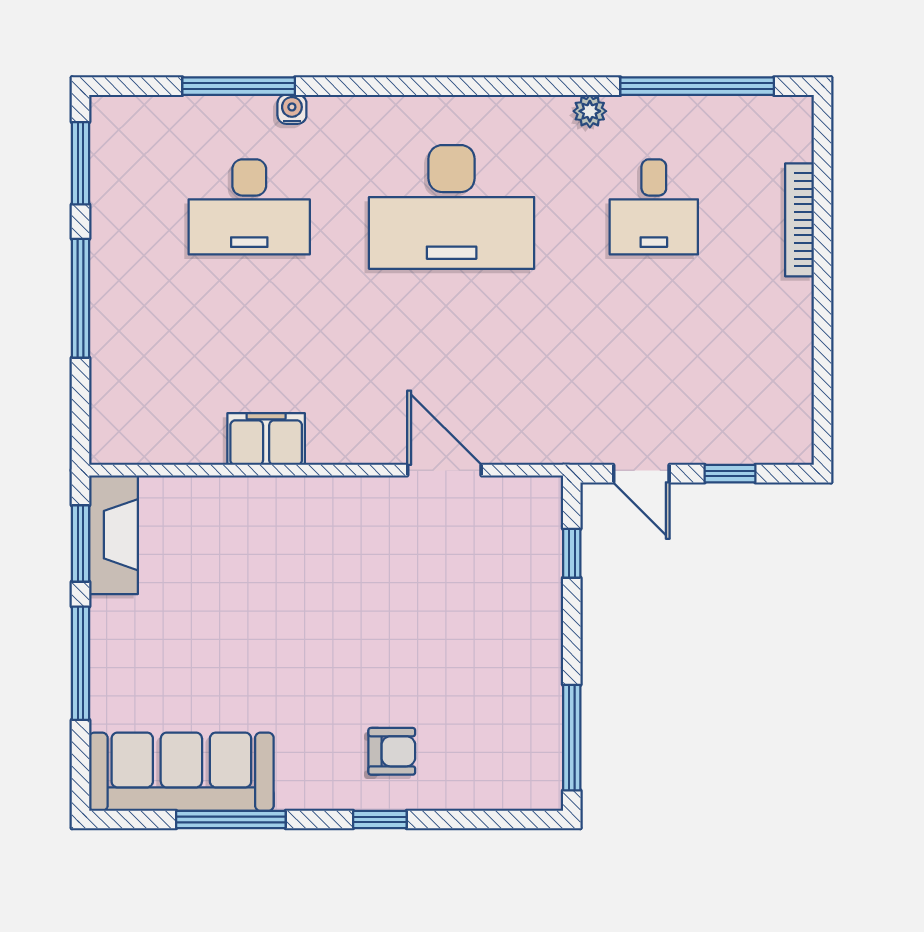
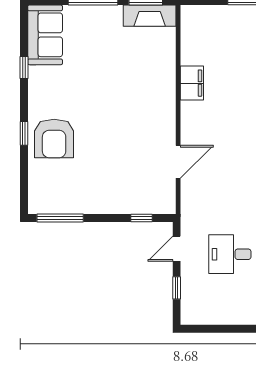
desk: (654, 353) -> (230, 254), added
armchair: (392, 751) -> (54, 139), width x1.88, depth x1.88
sofa: (181, 772) -> (45, 35), width x0.73
window: (231, 820) -> (24, 67), width x0.46

